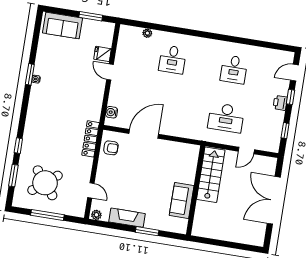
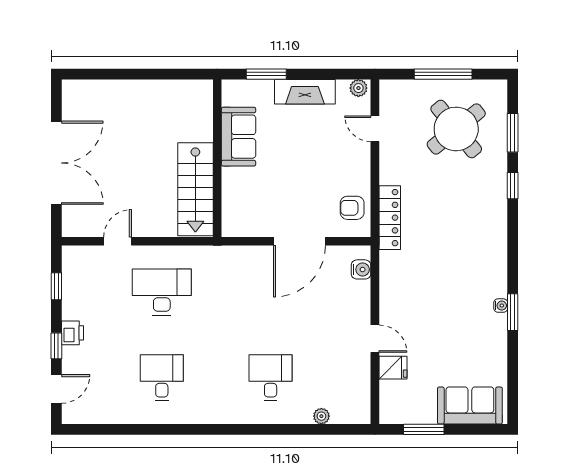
stairs: (211, 175) -> (195, 189), moved
wall: (196, 190) -> (217, 158), moved
sofa: (182, 201) -> (238, 137), moved

